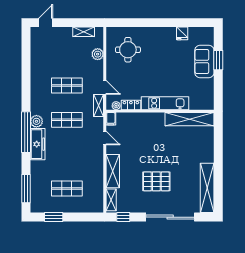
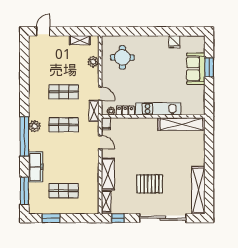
freezer: (38, 144) -> (36, 167), moved

